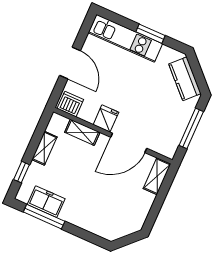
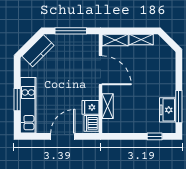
window: (150, 34) -> (17, 100), moved
fridge: (106, 118) -> (91, 107), moved
shelving: (44, 148) -> (141, 39), moved

